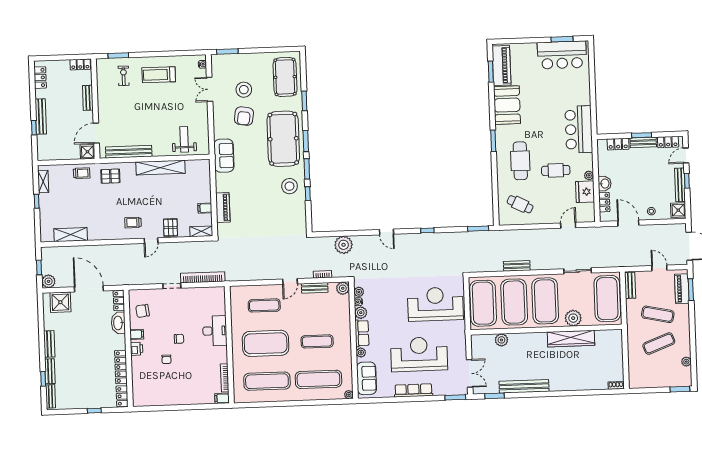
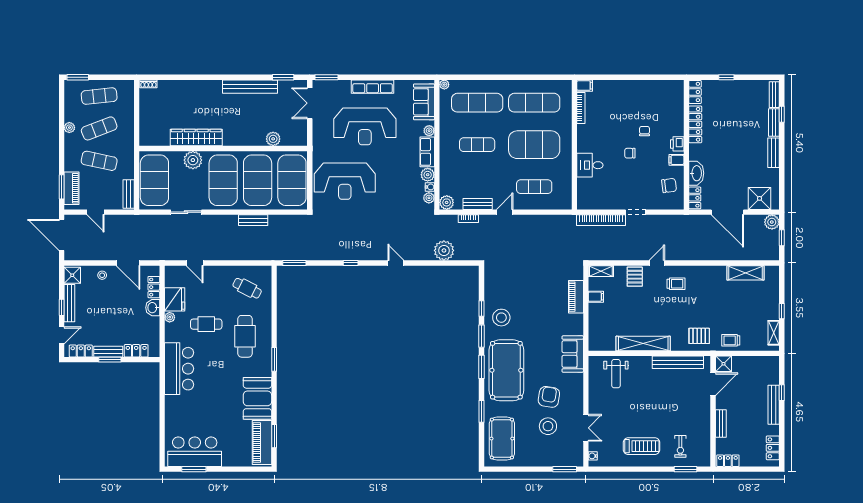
door: (568, 225) -> (195, 263), hinge flipped
desk: (215, 331) -> (590, 165), width x0.73
plant: (686, 362) -> (69, 128), moved
exercise mat: (660, 373) -> (99, 96), added

